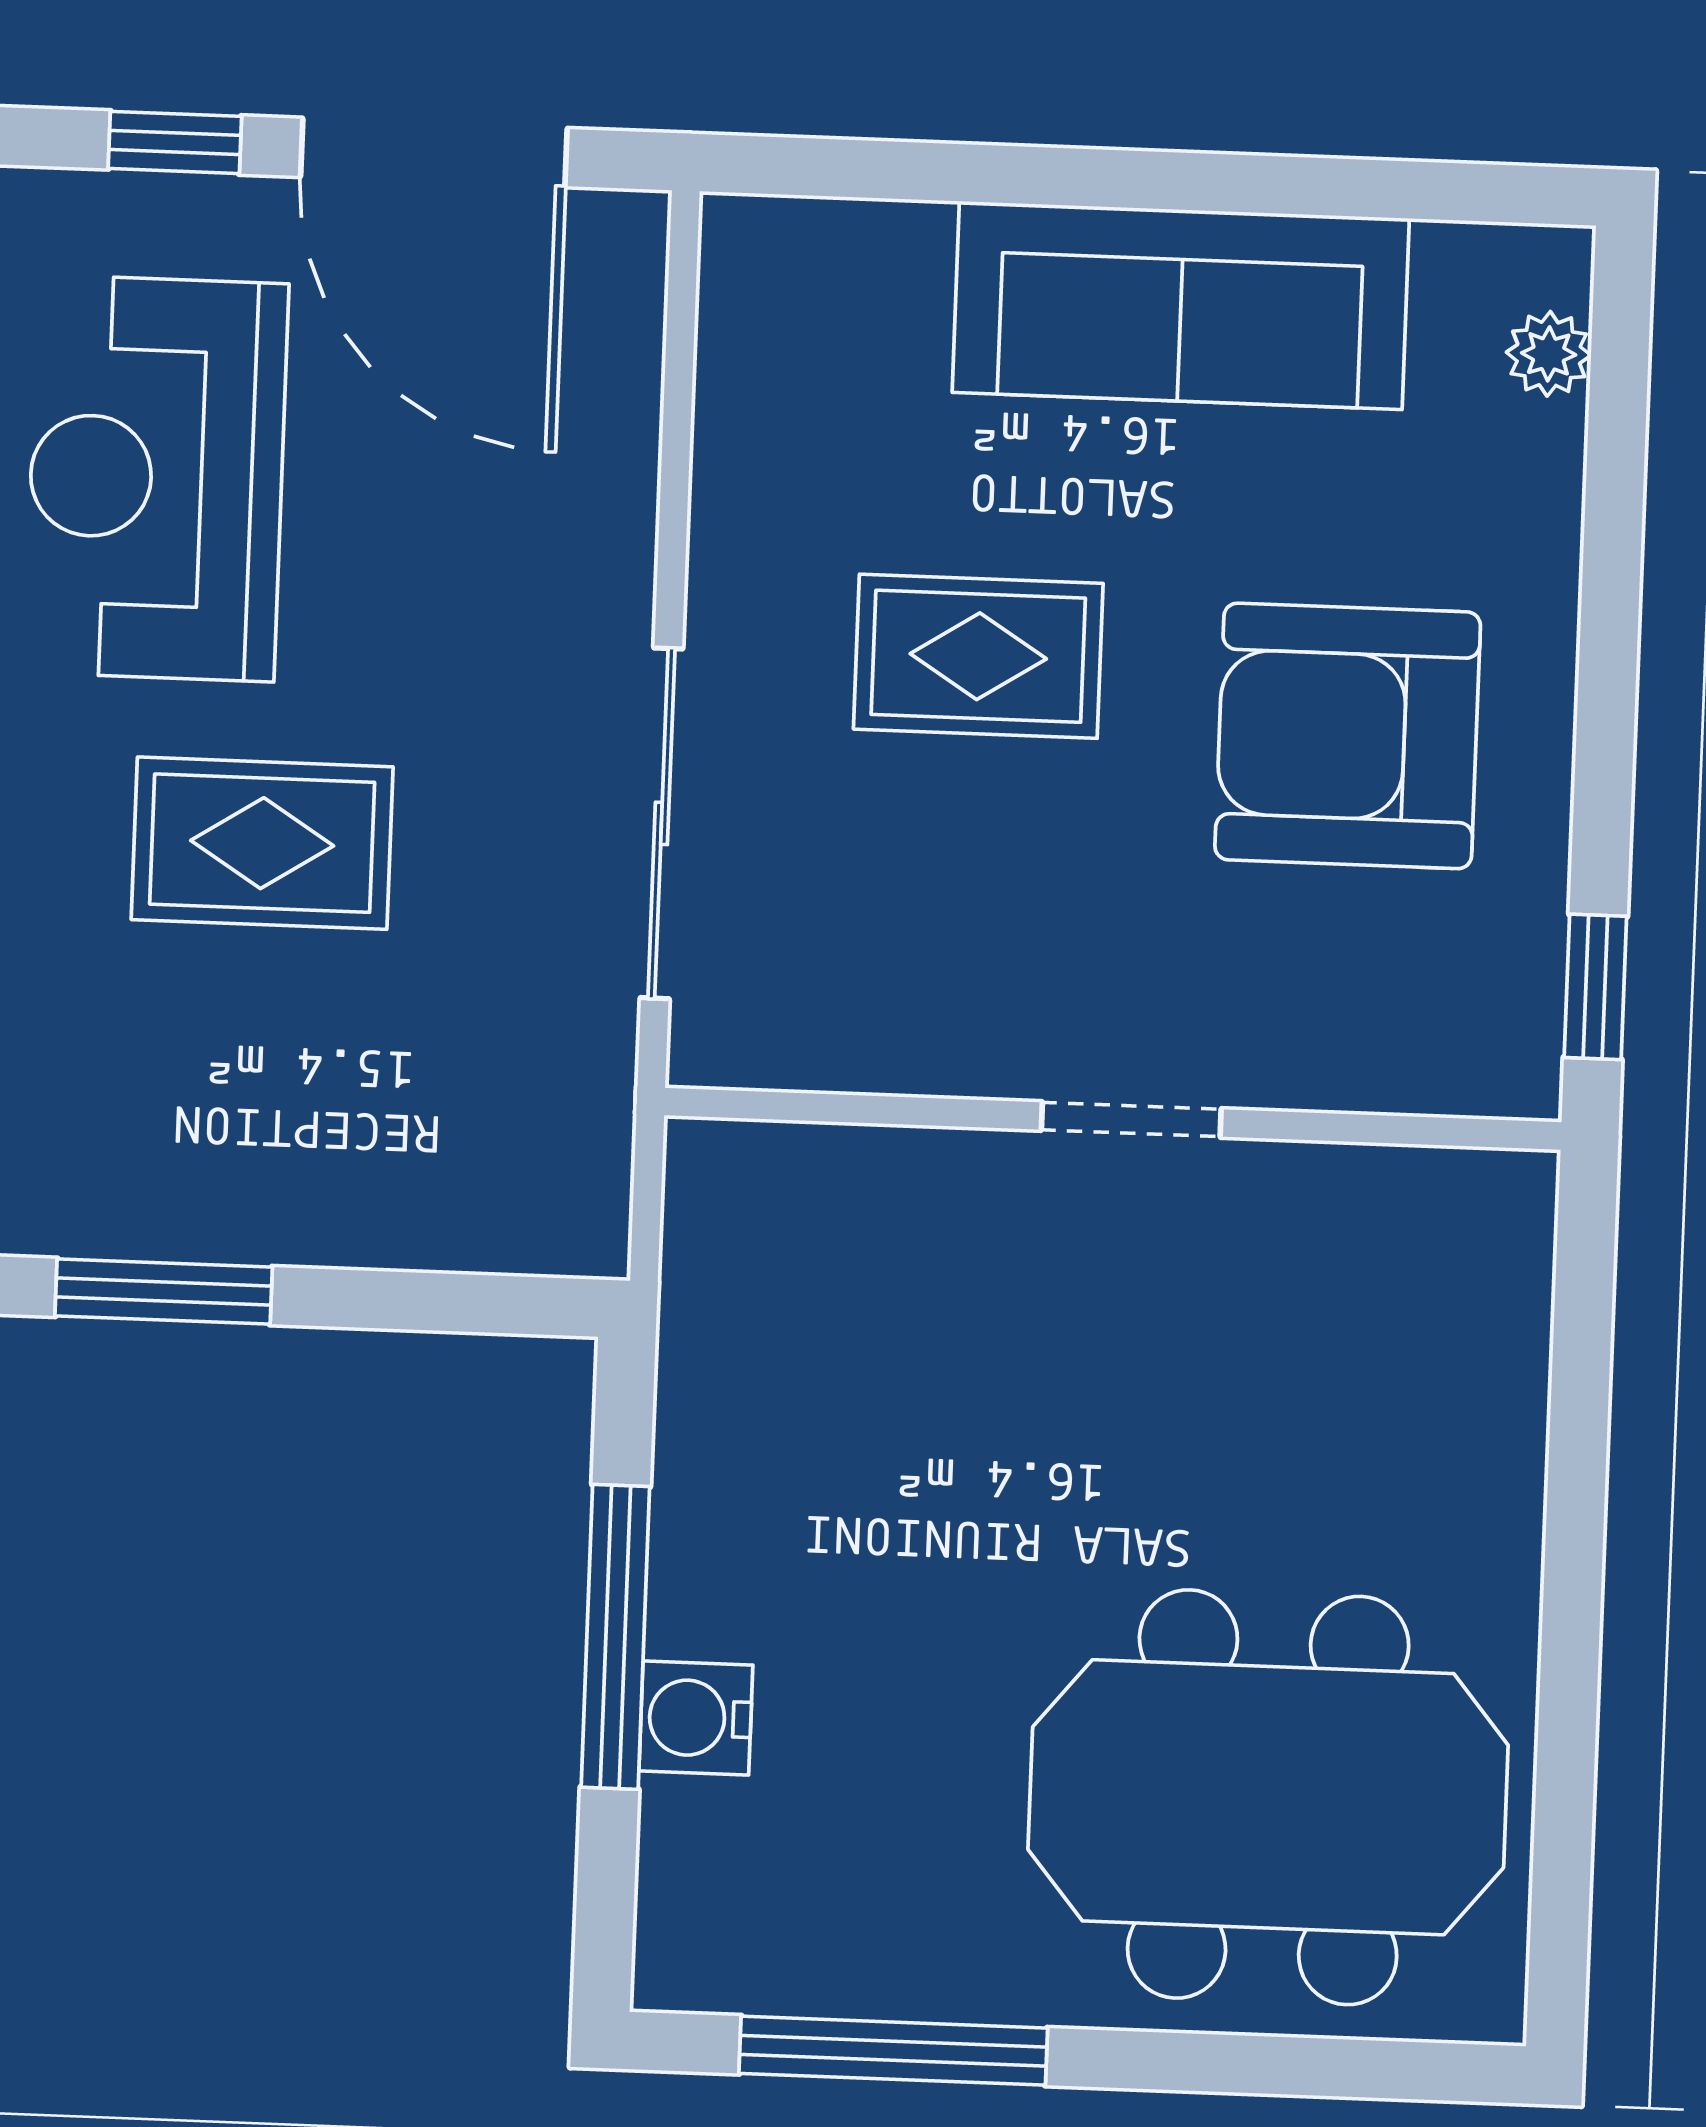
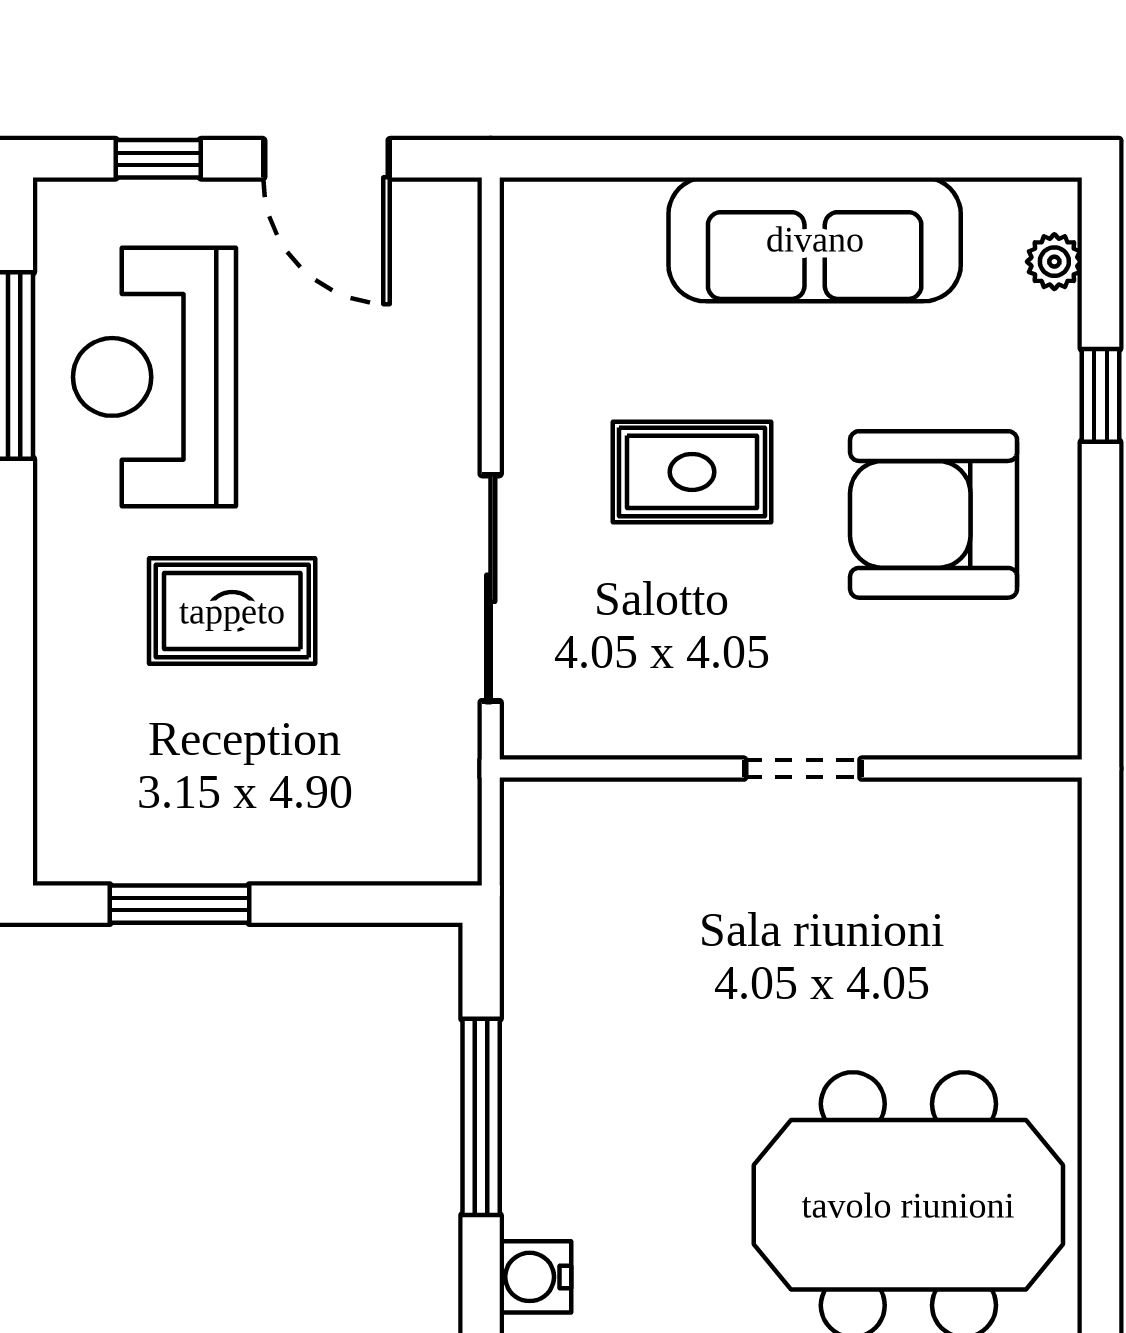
door: (434, 152) -> (326, 159), width x0.73
window: (1595, 987) -> (1101, 395), moved
water cooler: (696, 1718) -> (535, 1277), moved

